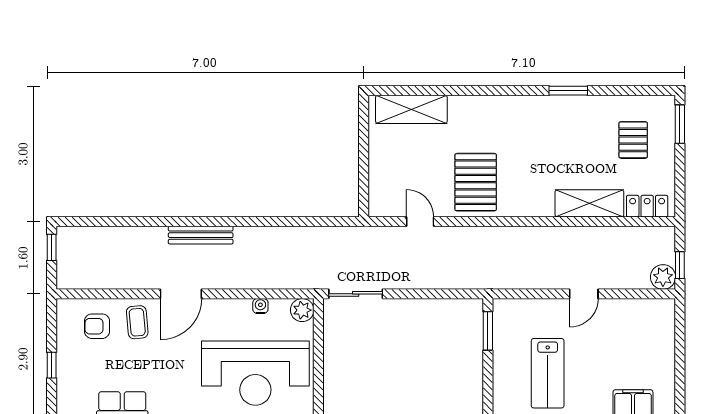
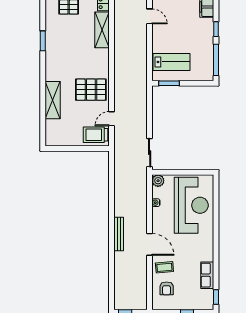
shelving: (411, 109) -> (53, 100), moved
trolley: (390, 191) -> (95, 135), added
door: (584, 294) -> (150, 16), moved
lab bench: (548, 373) -> (172, 62), moved

